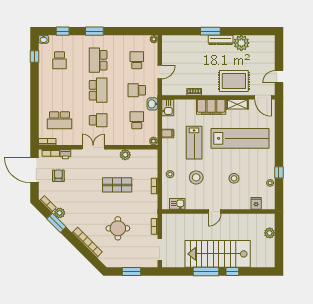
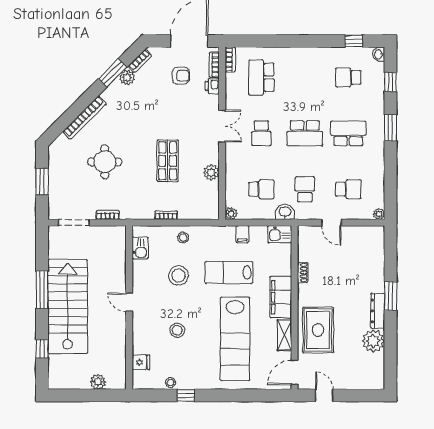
window: (232, 272) -> (42, 349), moved

